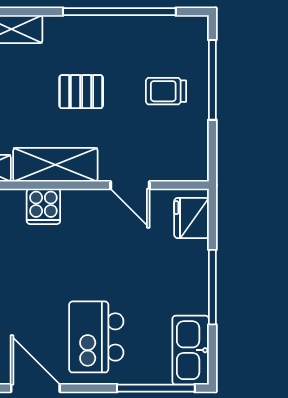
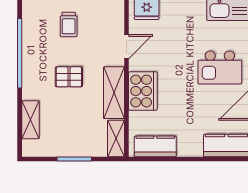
pallet: (81, 92) -> (69, 77), turned 90
cooker: (43, 206) -> (143, 91), width x1.87, depth x1.31

